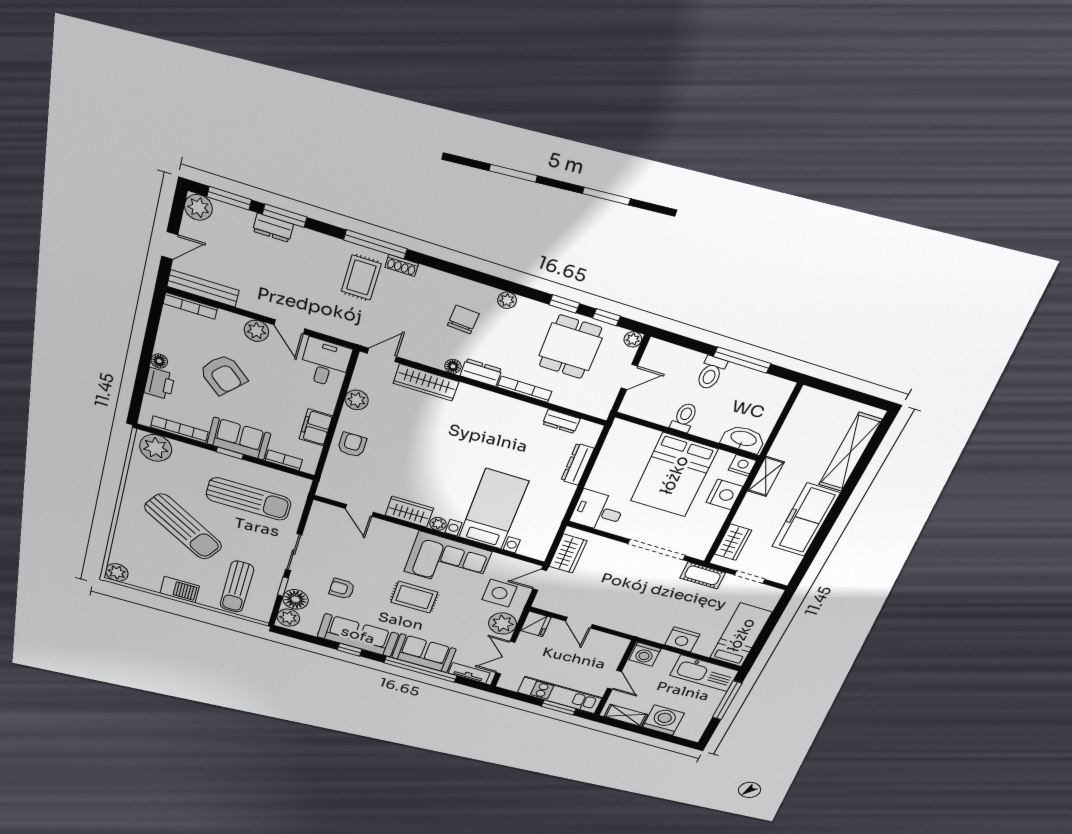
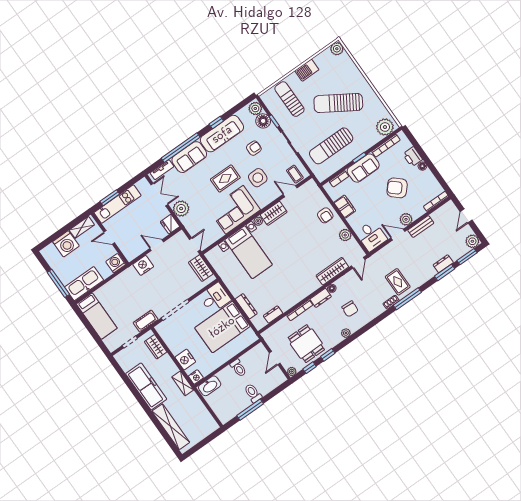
bench: (203, 288) -> (421, 227), moved, width x0.73
bed: (674, 475) -> (222, 327), moved, turned -90
coffee table: (330, 519) -> (295, 174), added
side table: (499, 593) -> (258, 178), moved
nightstand: (682, 640) -> (143, 265), moved

